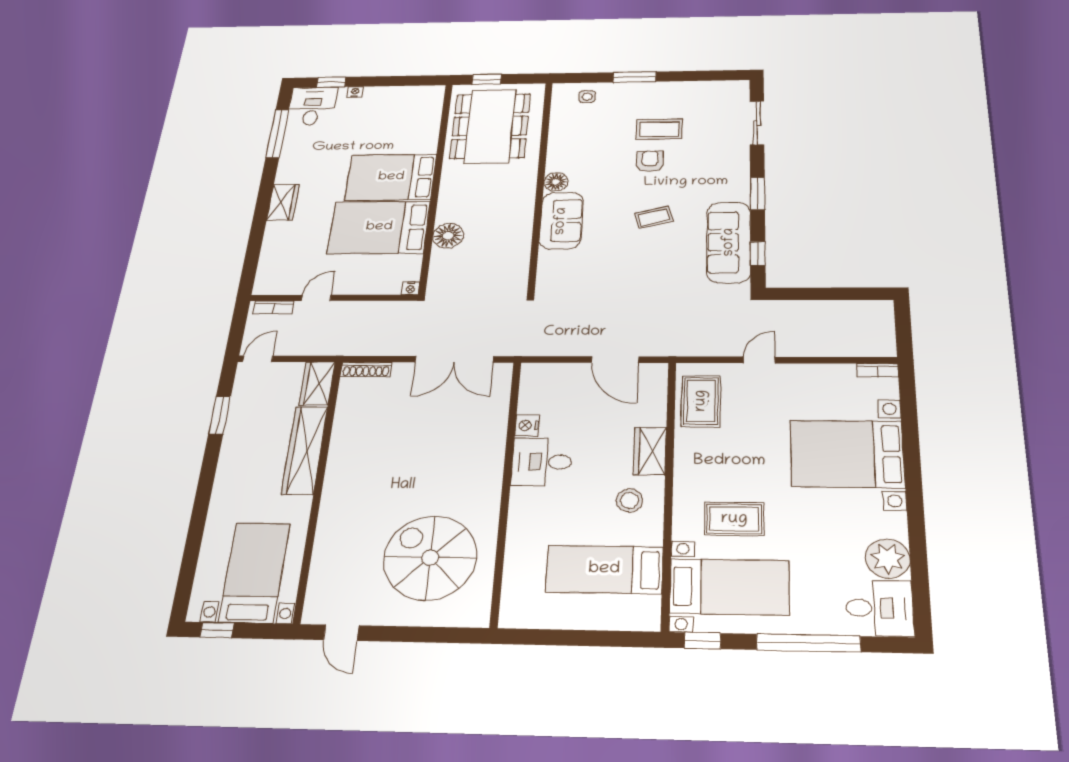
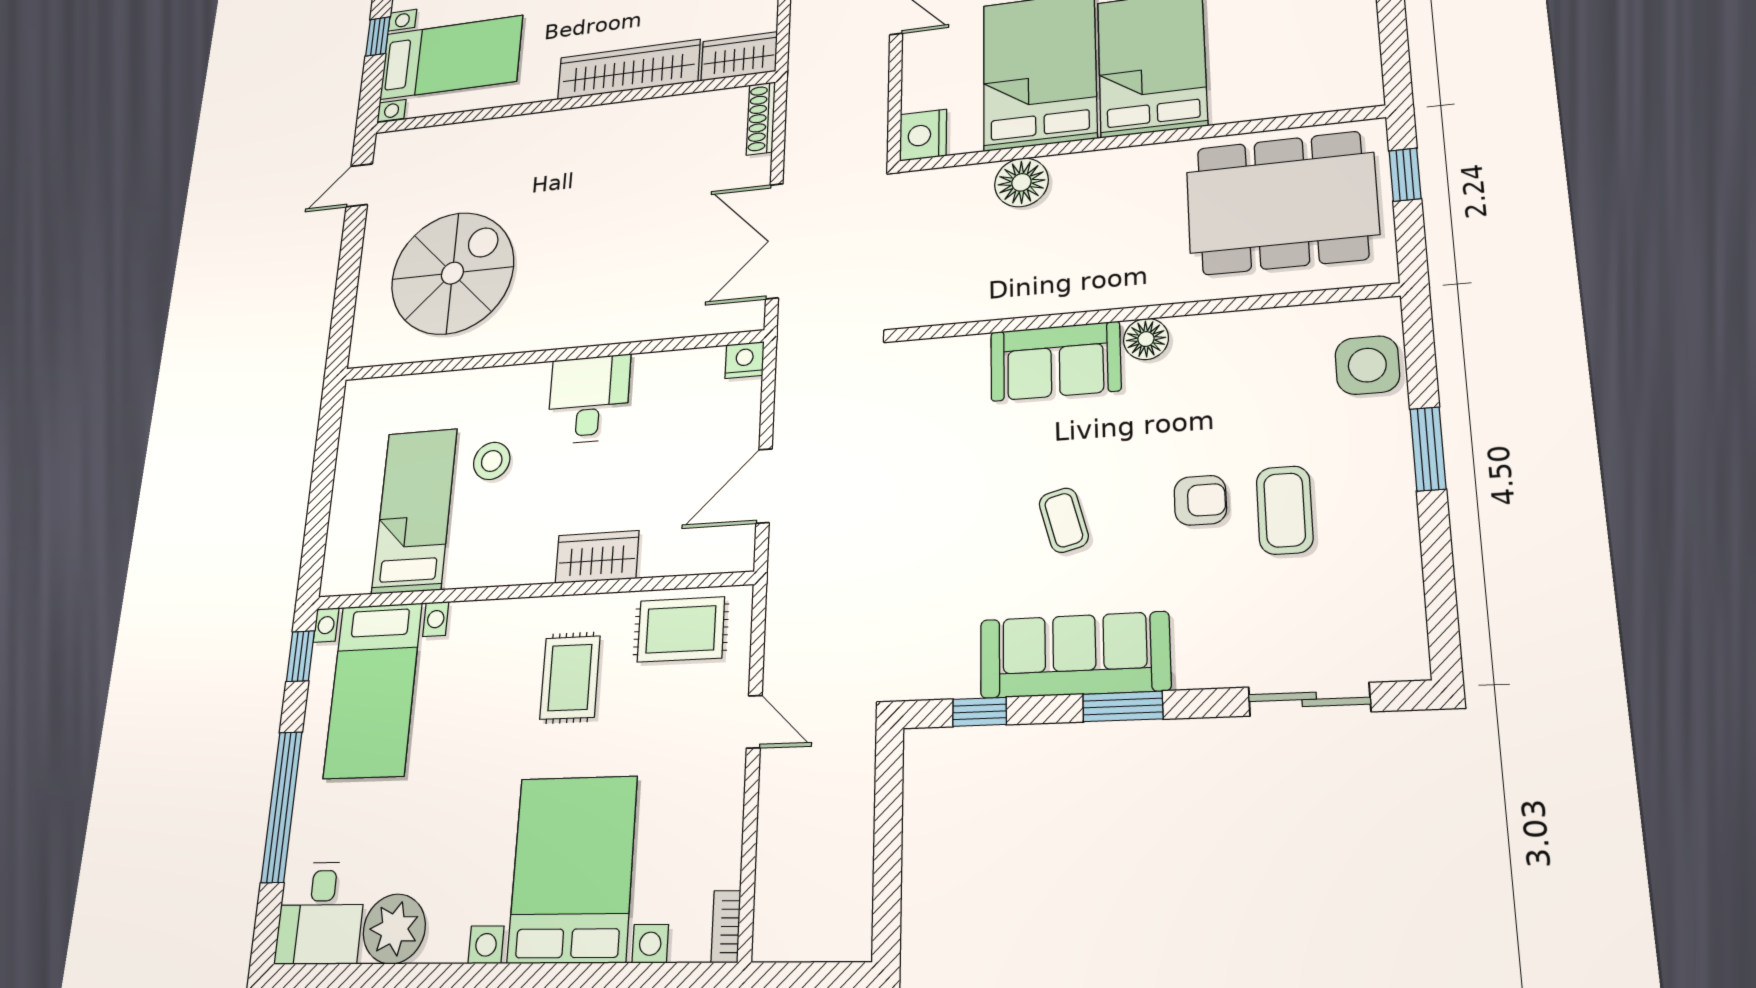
side table: (587, 97) -> (1367, 365), width x1.87, depth x1.87
sofa: (729, 242) -> (1074, 655), moved
nightstand: (410, 288) -> (923, 135), width x1.89, depth x1.79
nightstand: (527, 425) -> (745, 360), moved
stool: (629, 500) -> (492, 461), moved
rug: (734, 519) -> (570, 678), moved

